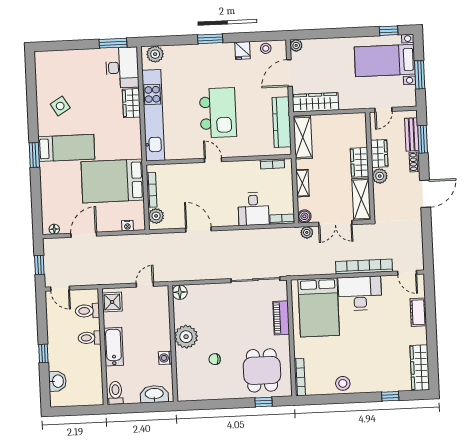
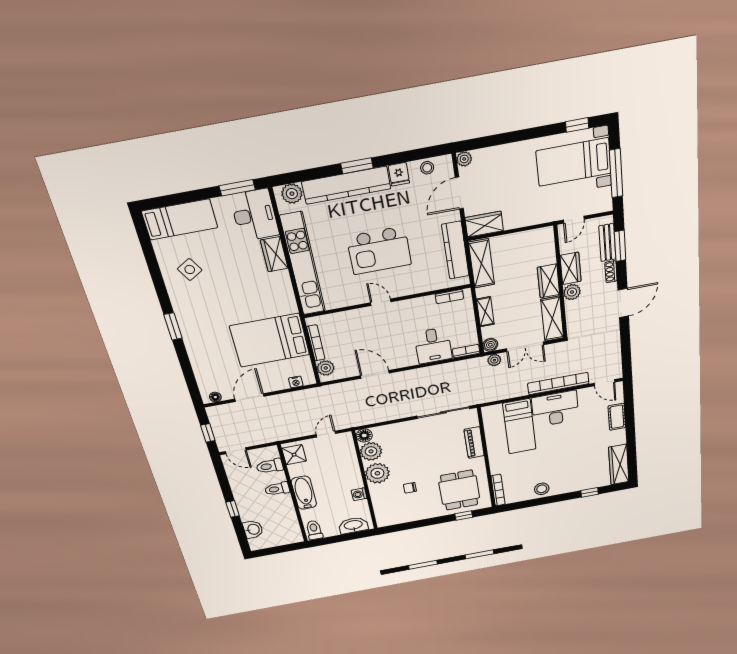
kitchen counter: (199, 53) -> (346, 185), added
window: (420, 75) -> (616, 173), width x1.44
wardrobe: (315, 102) -> (484, 224), width x0.67
kitchen island: (218, 113) -> (379, 250), turned 90
bed: (66, 148) -> (180, 219), moved
bed: (319, 307) -> (519, 426), width x0.67
plant: (184, 311) -> (371, 451), added

